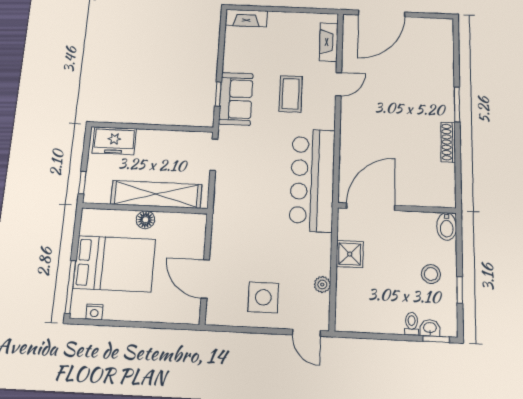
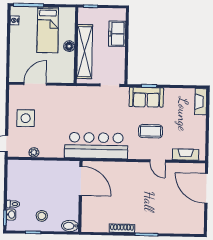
freezer: (114, 141) -> (117, 34), moved
shower: (350, 254) -> (52, 168), removed
bed: (114, 264) -> (48, 30), width x0.67

